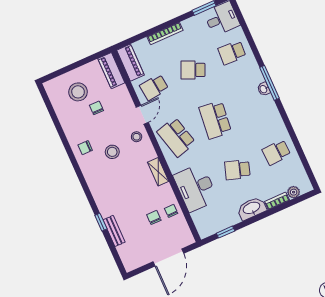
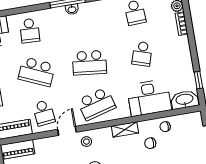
school desk: (193, 70) -> (37, 72), width x1.85
door: (142, 115) -> (67, 131), hinge flipped
washbasin: (252, 208) -> (185, 100), moved, turned 90
chair: (154, 217) -> (150, 143), moved

